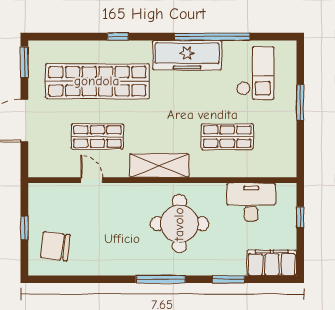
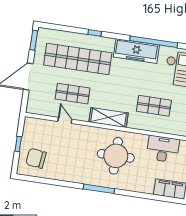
window: (229, 279) -> (141, 195), removed

